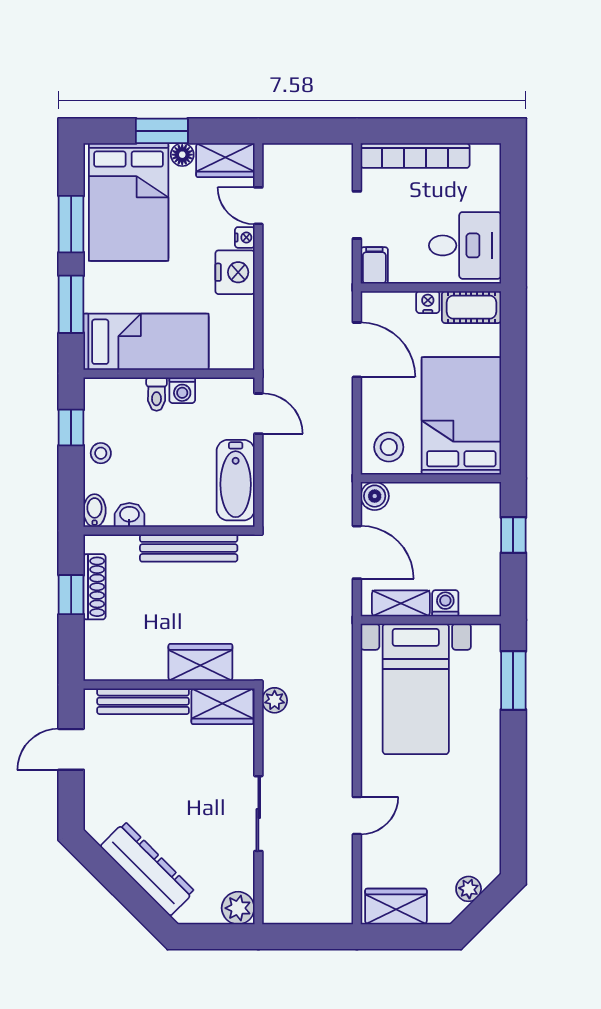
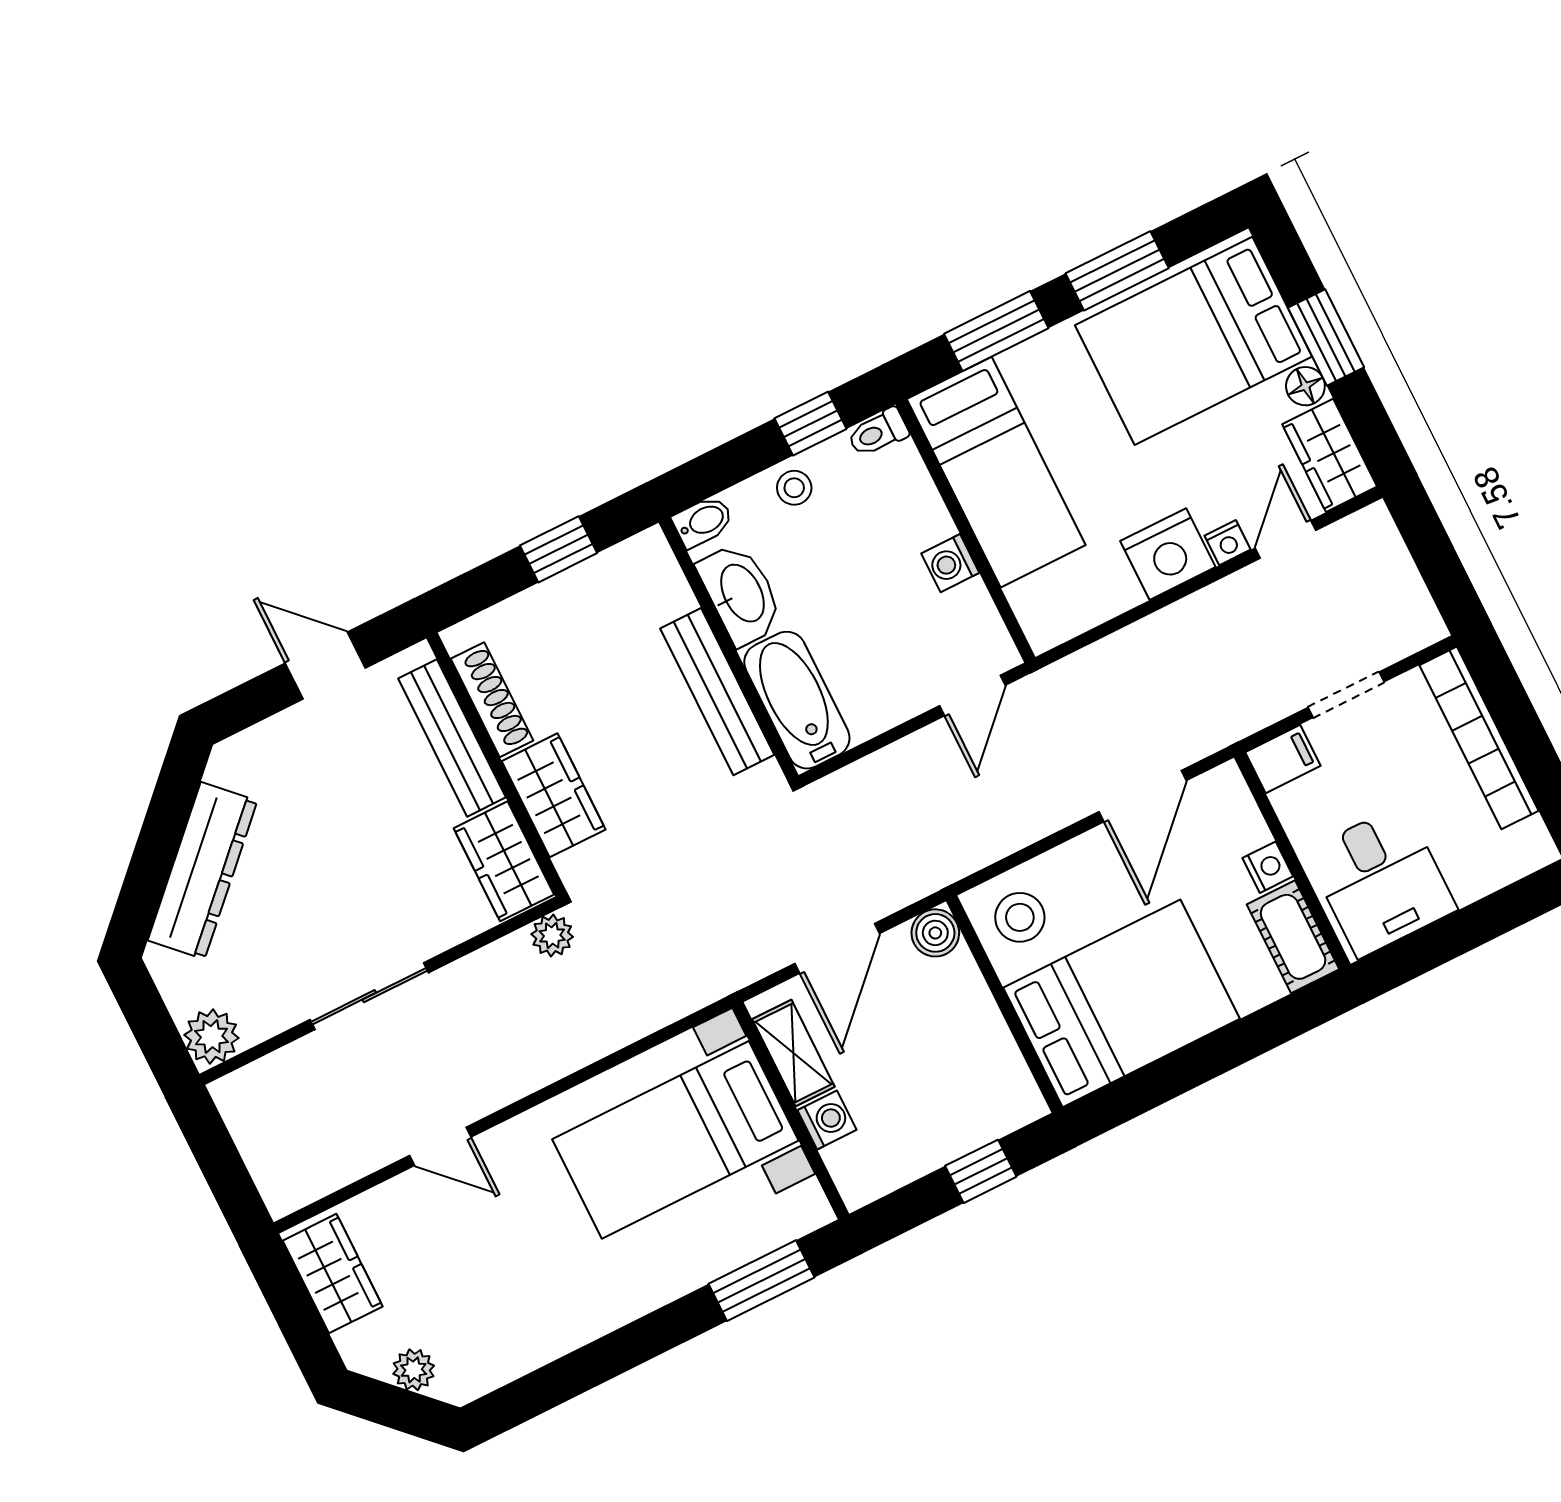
toilet: (157, 394) -> (878, 433), moved
bathtub: (236, 480) -> (797, 700), moved, turned 90
washbasin: (129, 515) -> (741, 594), width x1.91, depth x1.45
shoe rack: (94, 587) -> (492, 700), moved, turned -90

